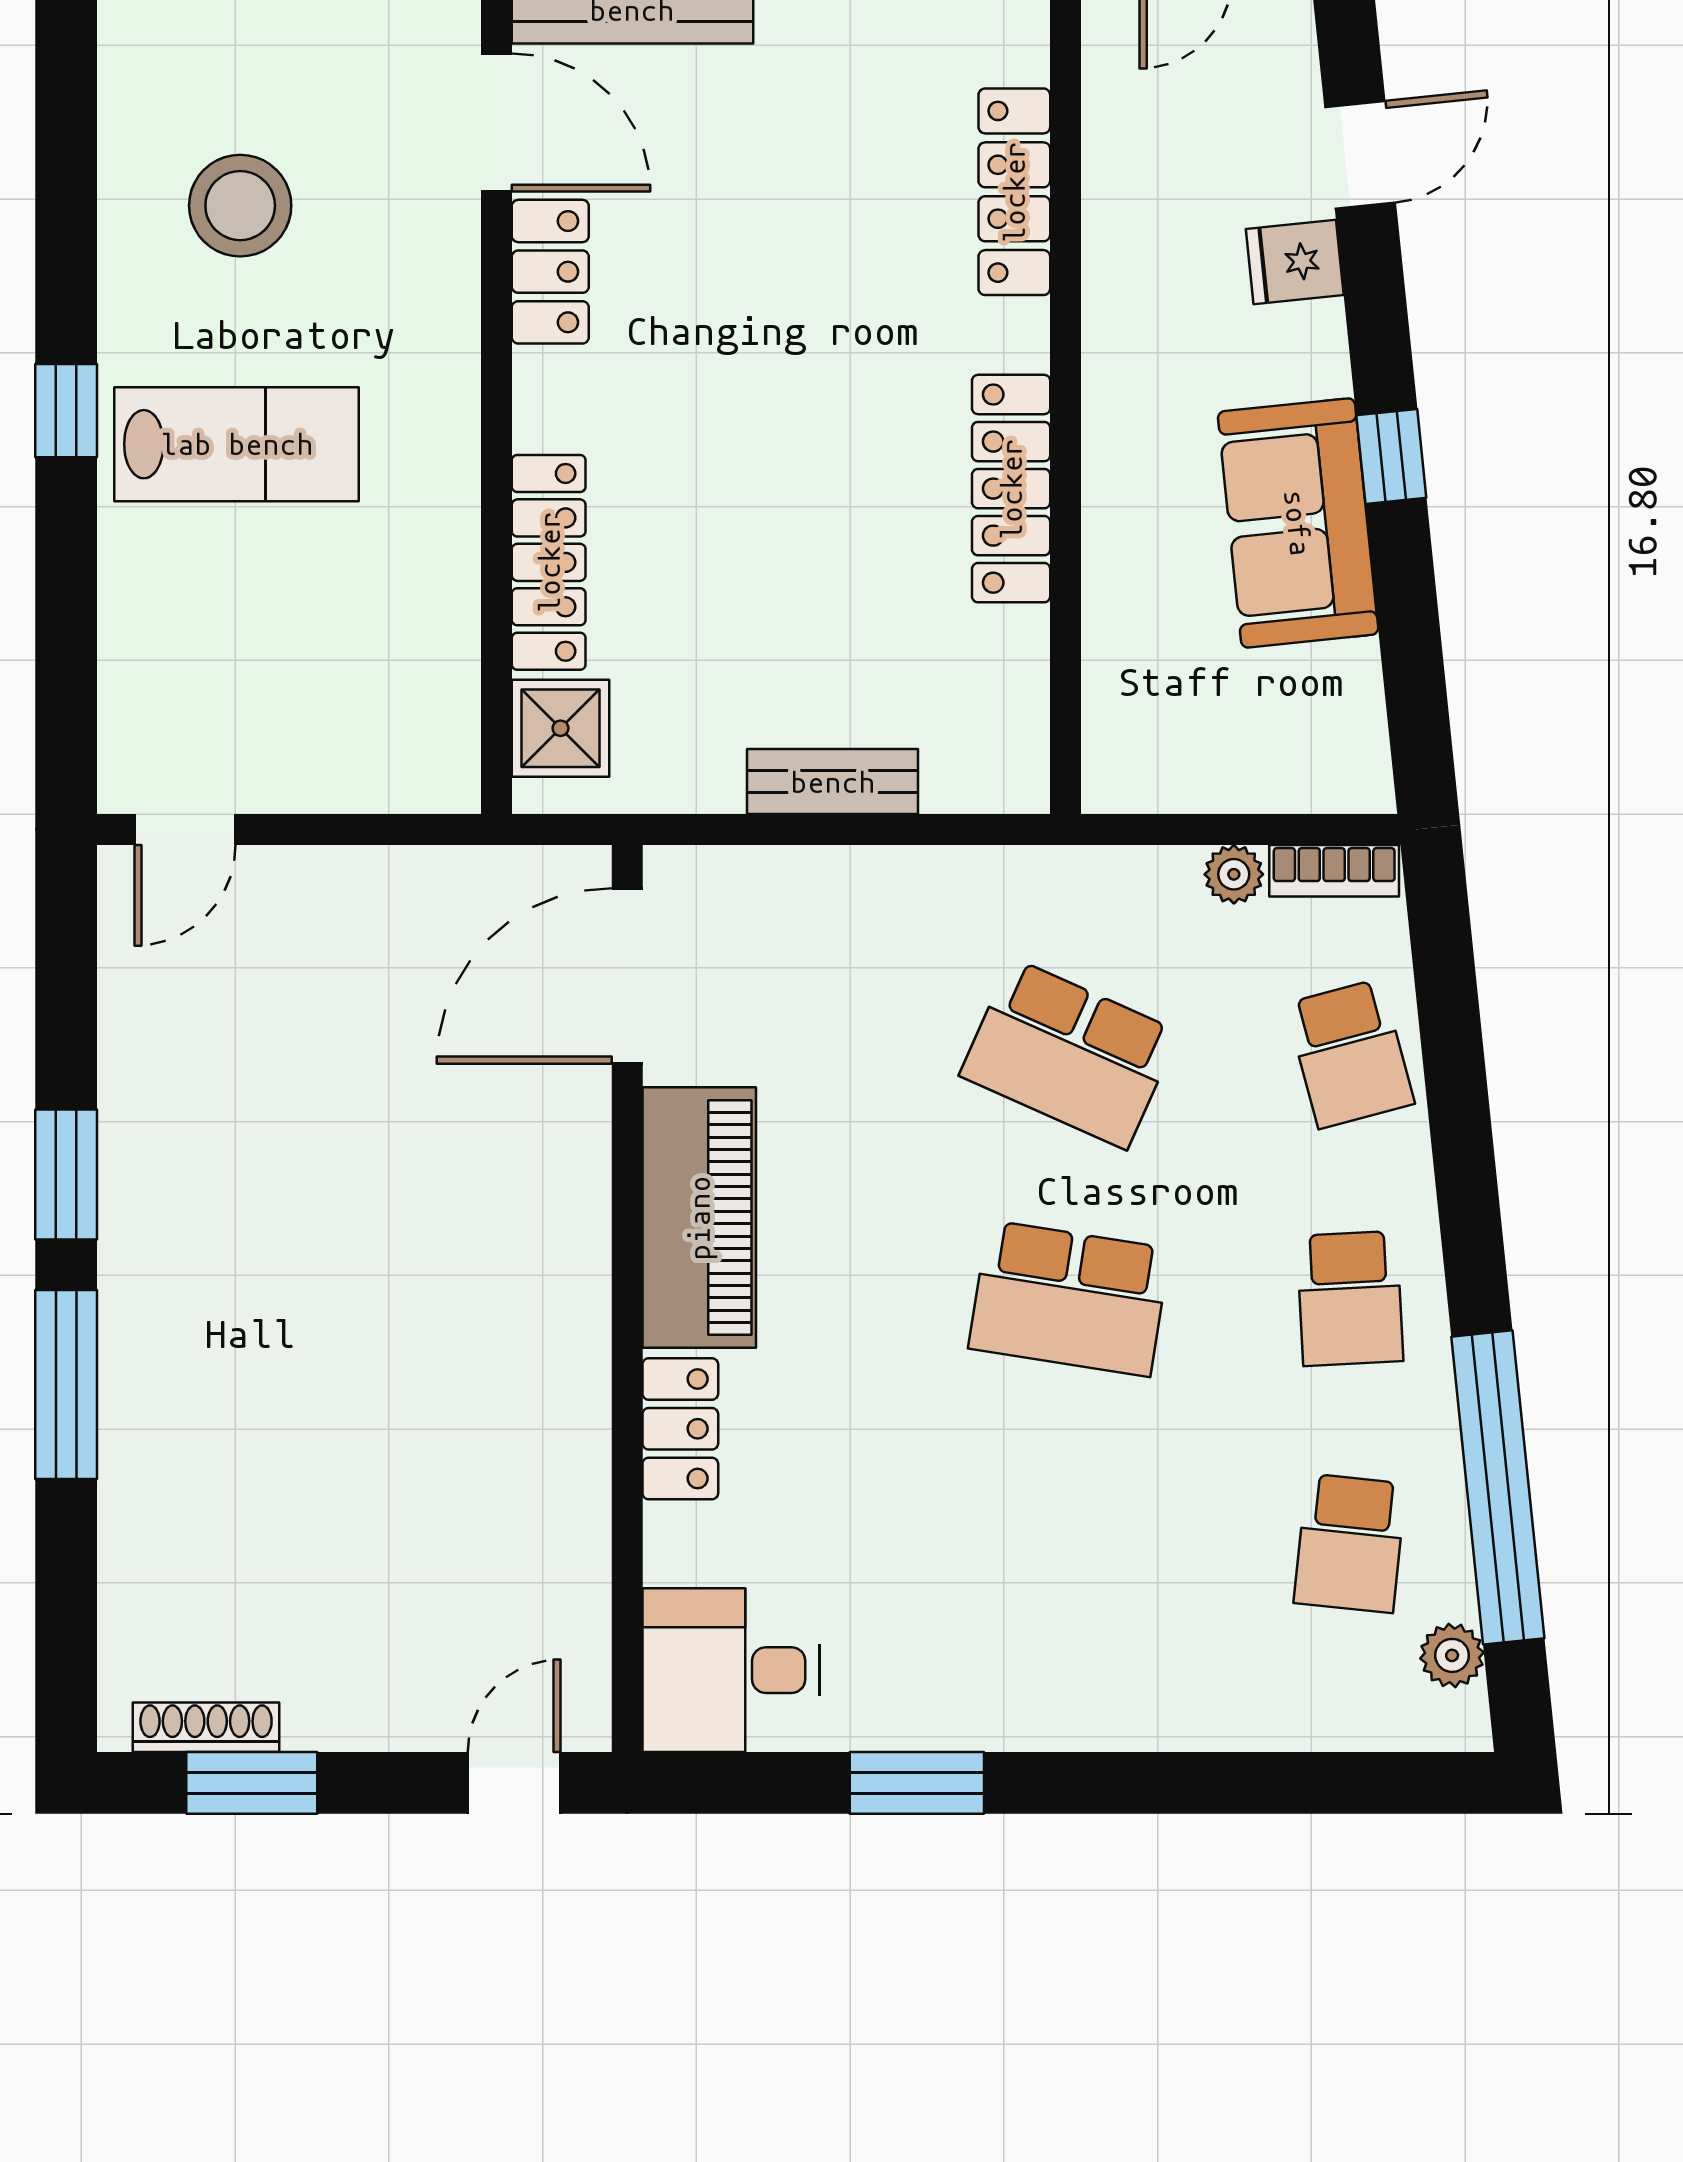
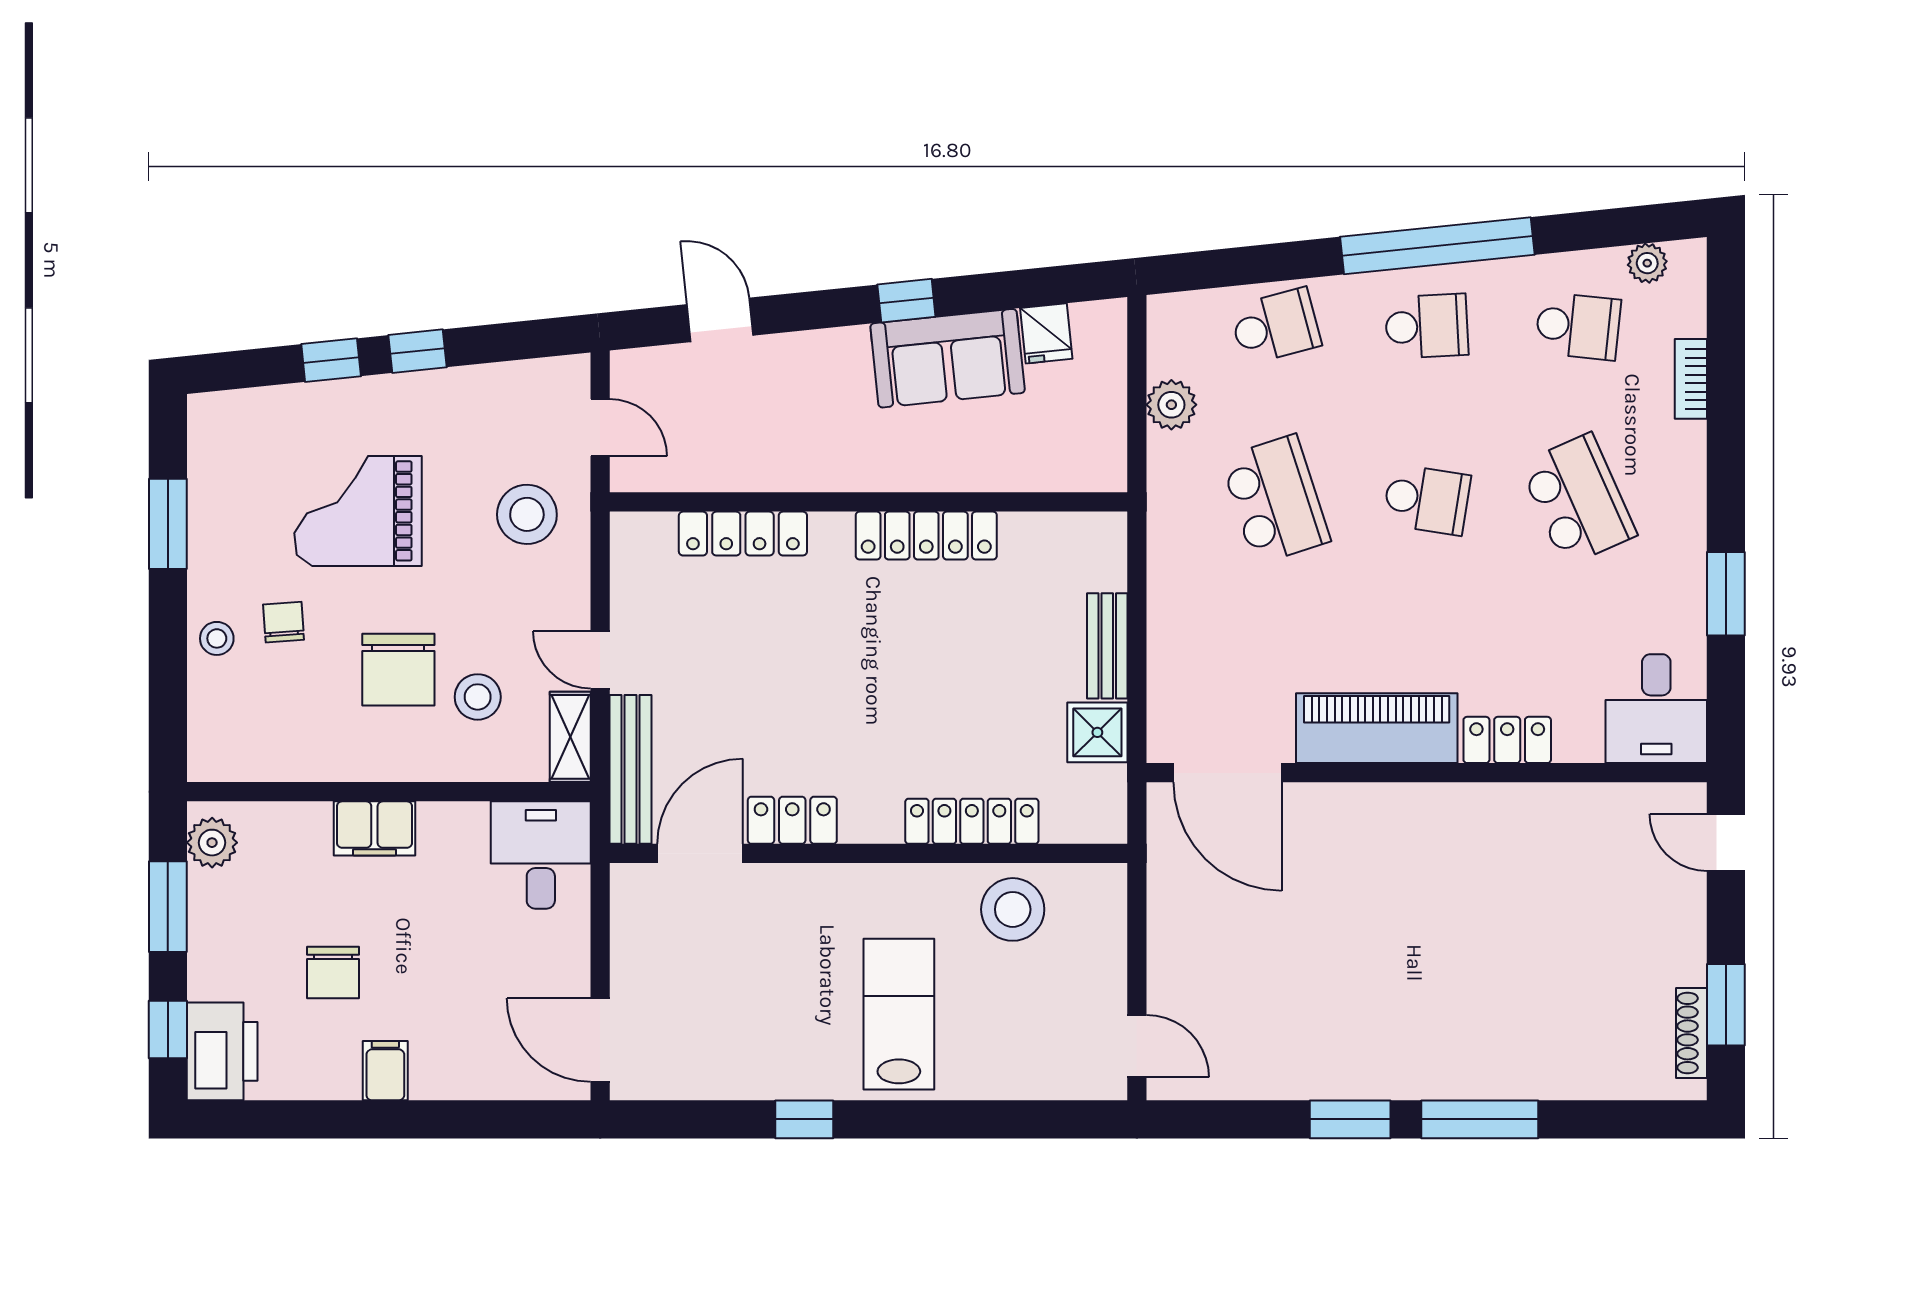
stool: (240, 206) -> (1013, 909), moved
fridge: (1295, 262) -> (1046, 333), moved
window: (66, 411) -> (804, 1119), moved
shower: (561, 728) -> (1097, 732), moved
bookcase: (1334, 871) -> (1691, 379), moved, turned 180
plant: (1234, 874) -> (1171, 405), width x1.38, depth x1.38
school desk: (1069, 1054) -> (1275, 500), turned -42
school desk: (1069, 1298) -> (1427, 500), width x0.54
window: (1498, 1487) -> (1437, 246), moved
school desk: (1069, 1543) -> (1578, 500), added

